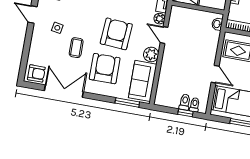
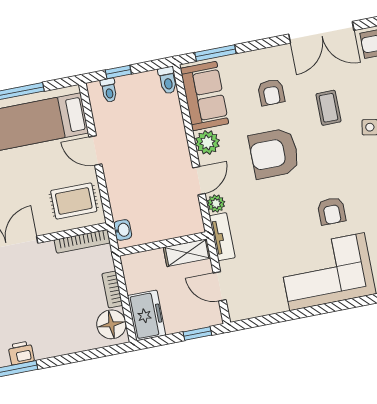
armchair: (116, 34) -> (274, 153), turned 86
door: (164, 35) -> (199, 181), hinge flipped
armchair: (105, 69) -> (271, 92), width x0.53, depth x0.53
toilet: (185, 102) -> (168, 80), moved

